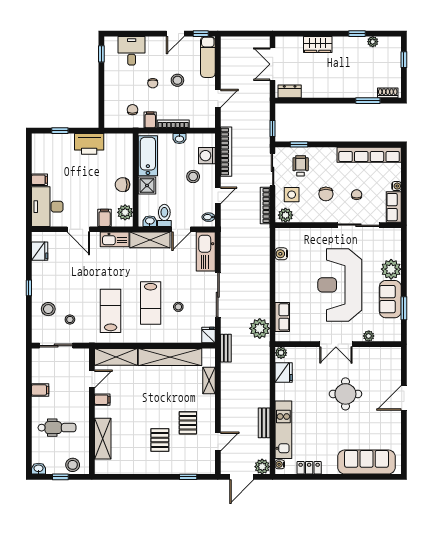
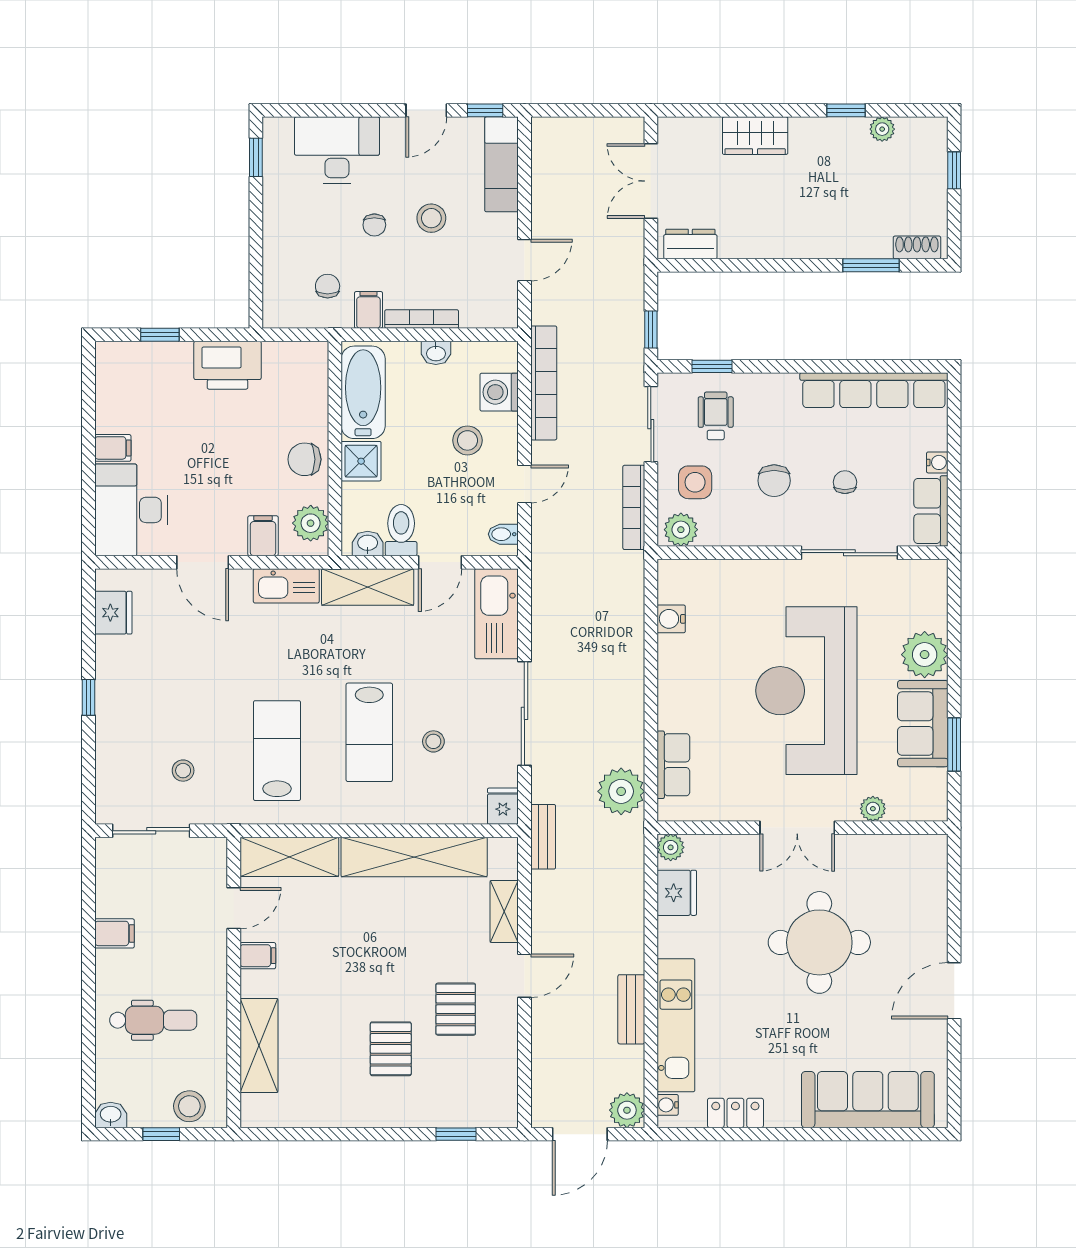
desk: (132, 51) -> (337, 150), width x1.37
stool: (48, 309) -> (133, 746), removed
round table: (345, 394) -> (819, 942), width x1.36, depth x1.36
door: (404, 398) -> (954, 991), moved
door: (218, 442) -> (524, 976), moved

